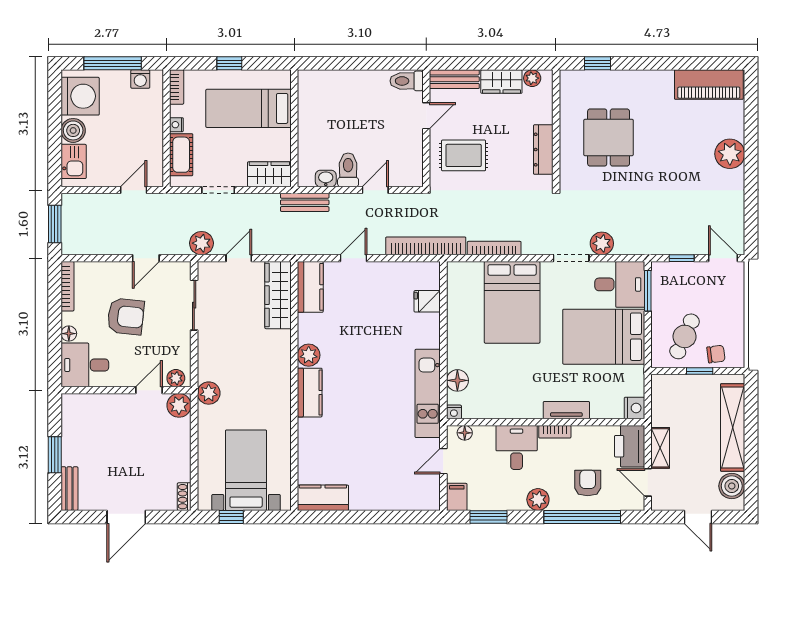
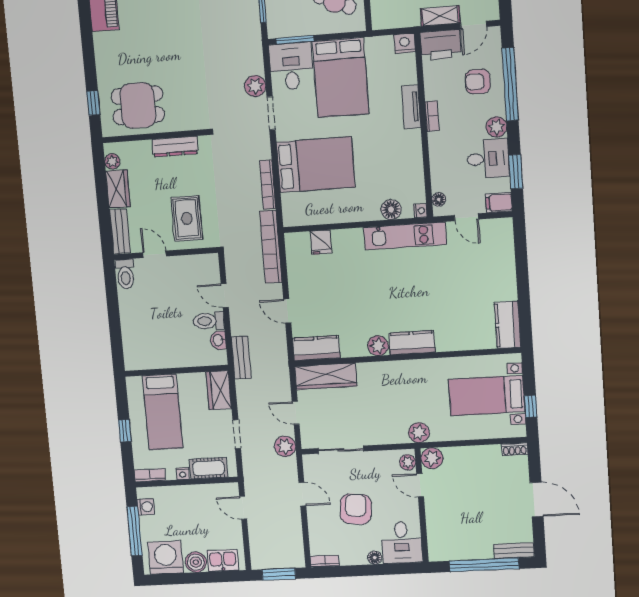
dining table: (609, 137) -> (138, 105), moved
bookcase: (67, 286) -> (325, 561), width x0.64
desk: (517, 447) -> (488, 159), moved, turned 180
window: (55, 455) -> (484, 565), width x2.11

